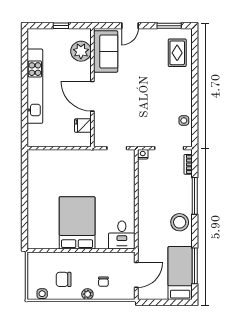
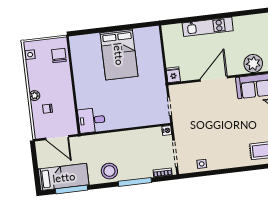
kitchen unit: (35, 86) -> (208, 27), width x0.73
fridge: (83, 126) -> (173, 75), moved
bed: (77, 223) -> (119, 54), moved, turned 90
chair: (64, 279) -> (59, 55), moved

